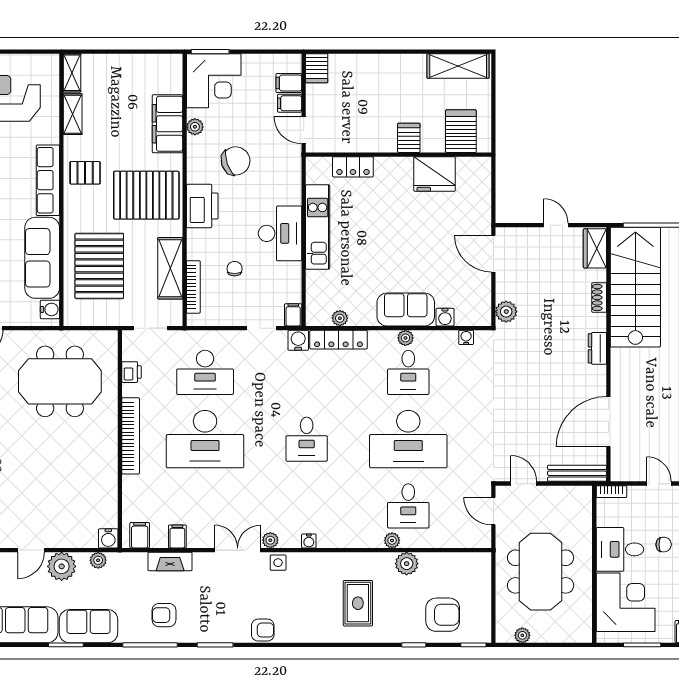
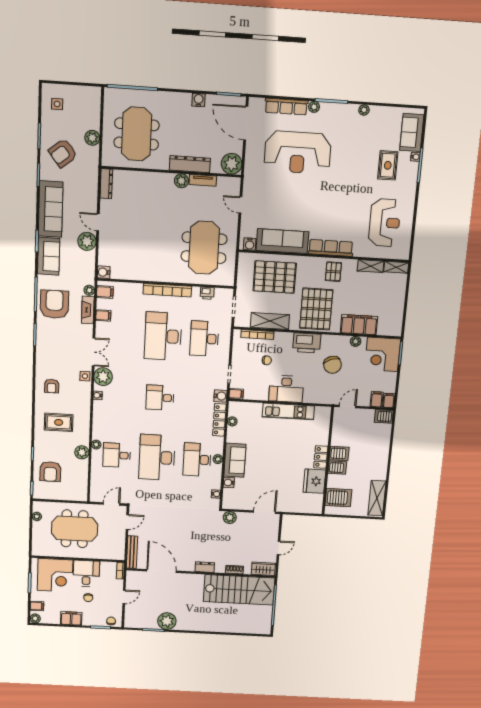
filing cabinet: (290, 103) -> (389, 400), moved
server rack: (384, 137) -> (339, 454), added
locker: (353, 167) -> (321, 457), moved
desk: (408, 372) -> (197, 460), width x1.37
plant: (270, 540) -> (103, 377), width x1.88, depth x1.88
plant: (98, 560) -> (89, 290), moved
armchair: (164, 615) -> (54, 304), width x1.88, depth x1.88
armchair: (263, 630) -> (52, 386), moved

